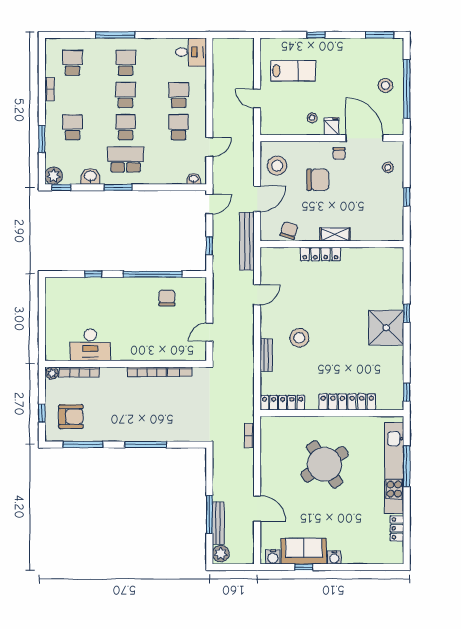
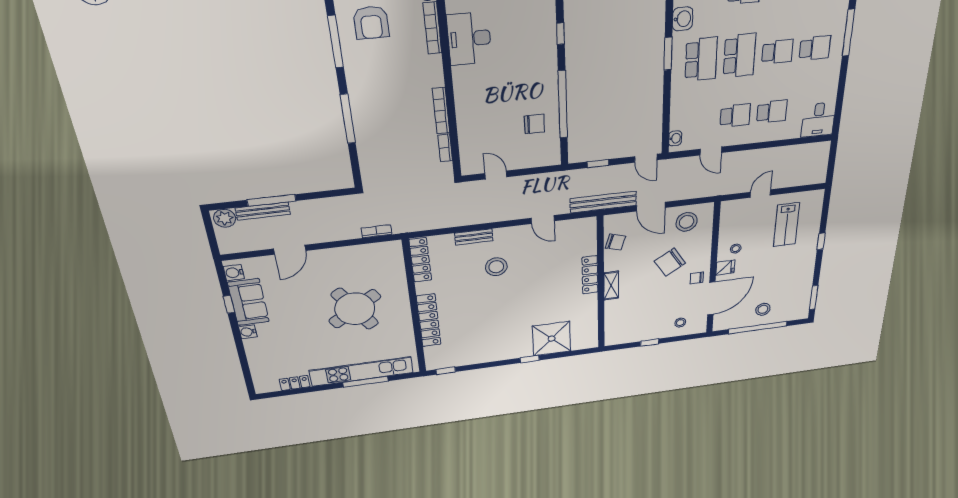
school desk: (126, 127) -> (739, 55), width x1.85
chair: (318, 180) -> (670, 262), turned 58
shower: (386, 328) -> (552, 339), moved

